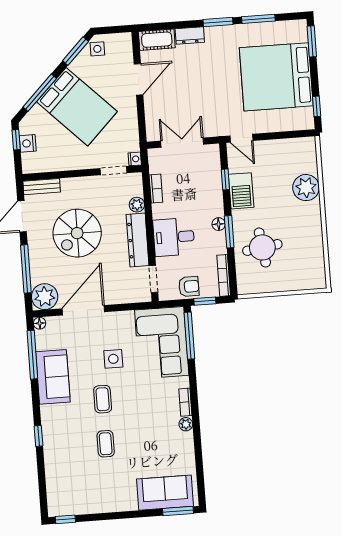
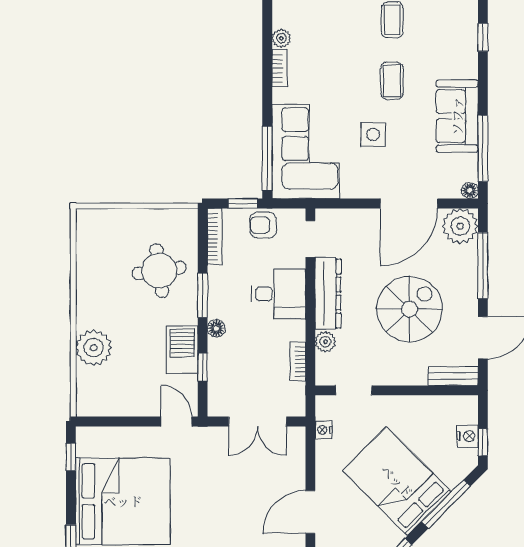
nightstand: (135, 159) -> (324, 430), moved
floor lamp: (219, 224) -> (216, 328), moved

